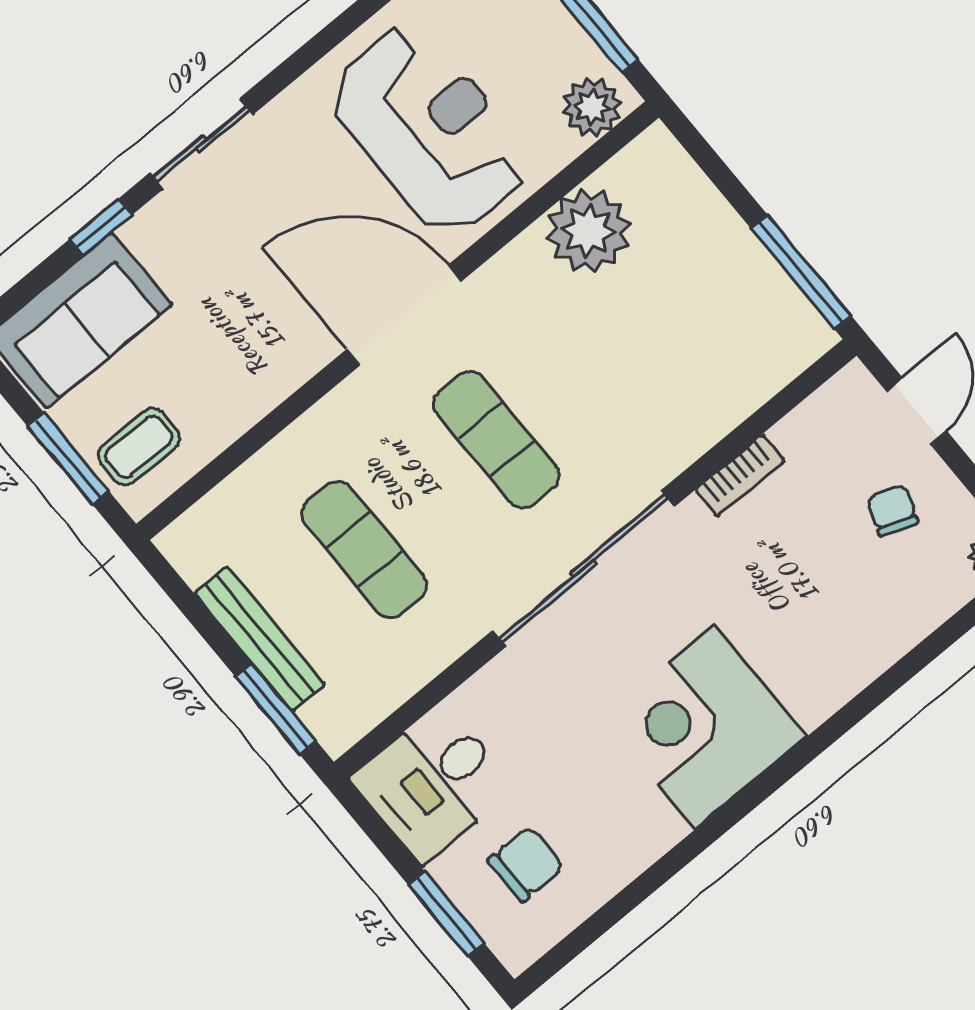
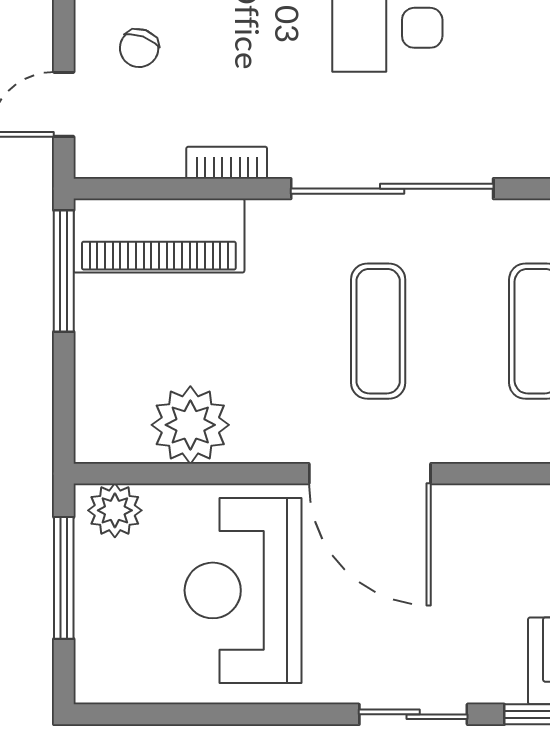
piano: (746, 367) -> (159, 236), added

